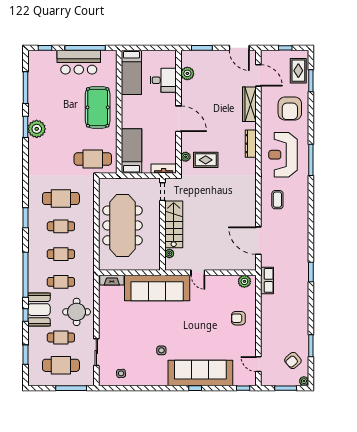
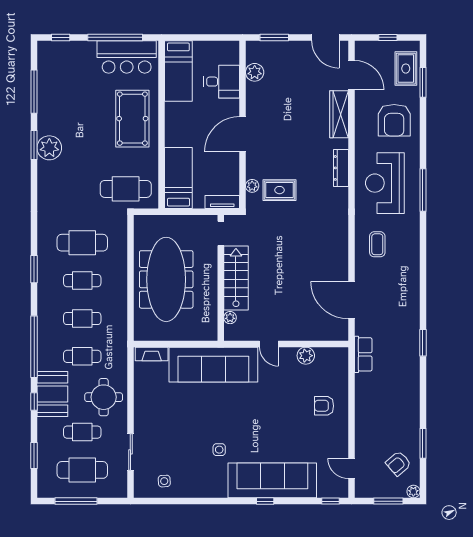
bar counter: (79, 62) -> (127, 57), moved
door: (178, 119) -> (242, 134), swing flipped
plant: (244, 281) -> (306, 356), moved
window: (71, 388) -> (76, 501), moved

